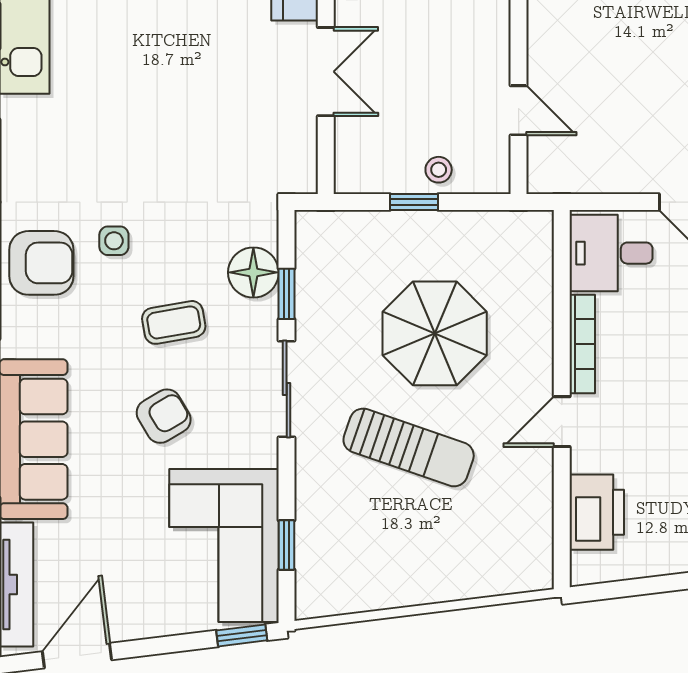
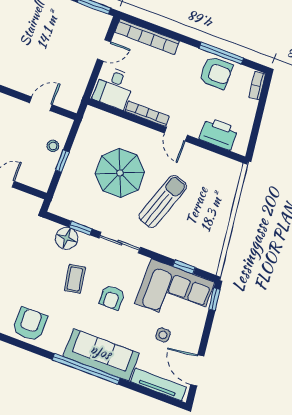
side table: (114, 241) -> (163, 335), moved
armchair: (164, 416) -> (112, 298), turned -149

